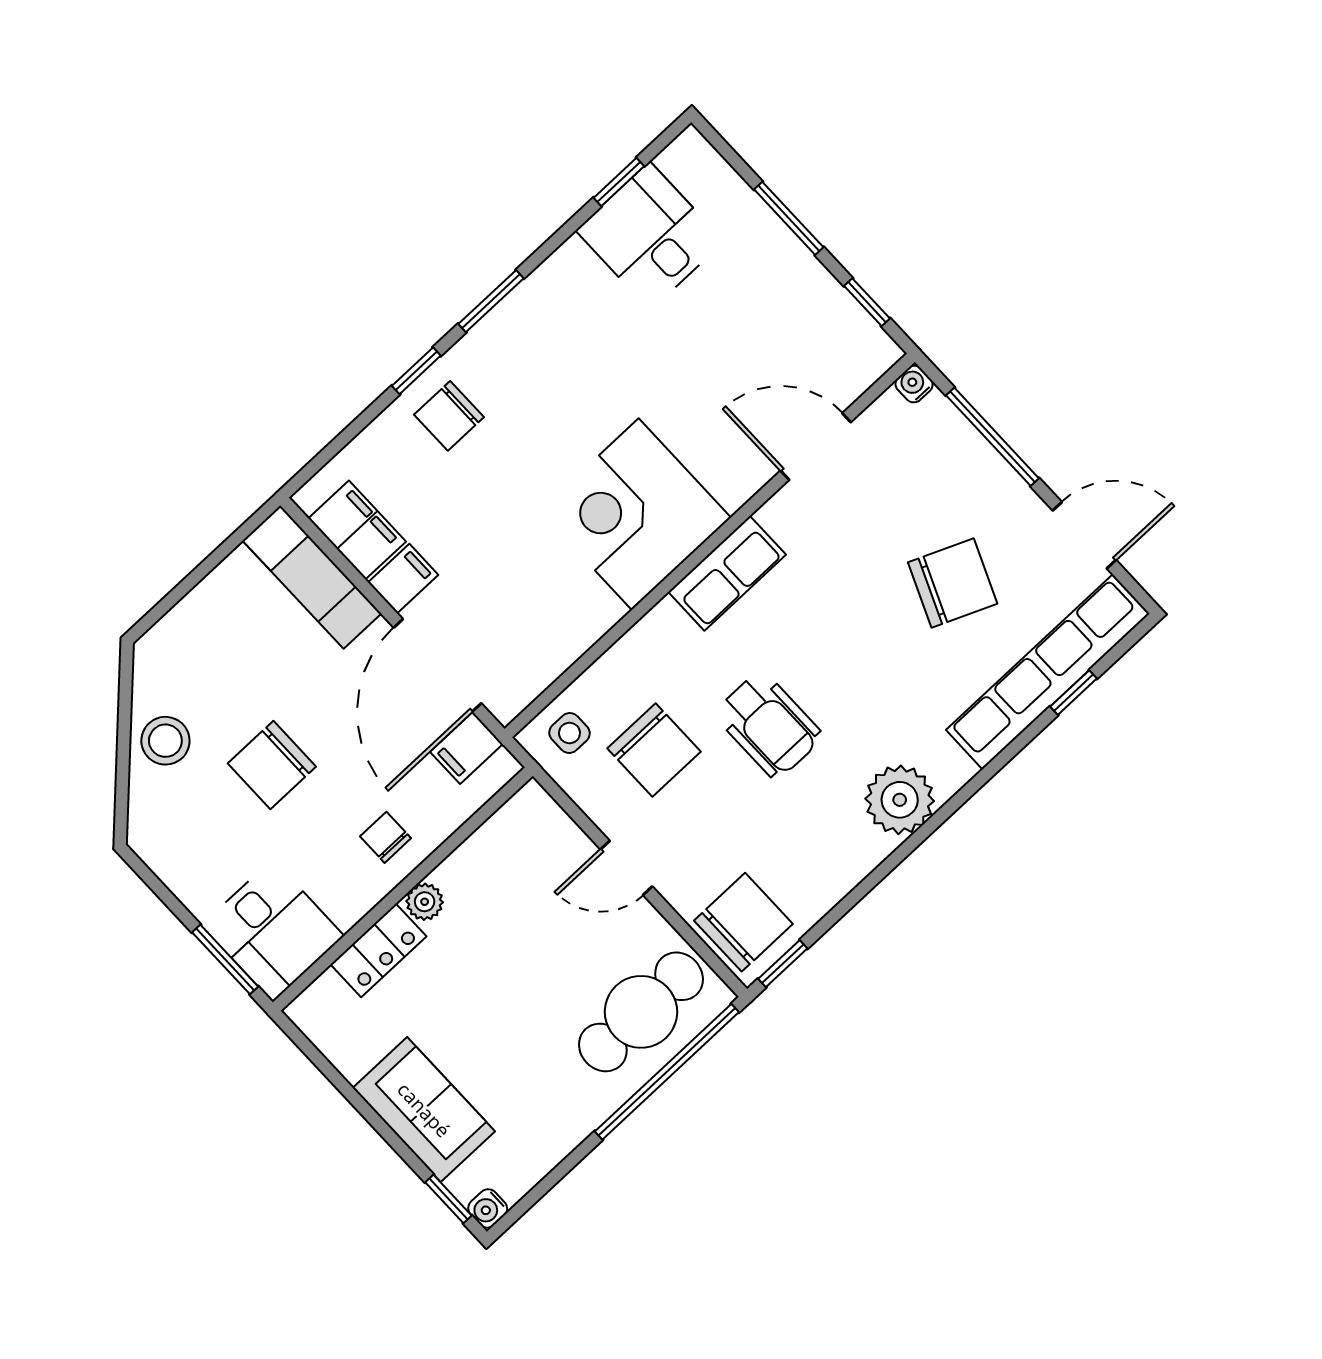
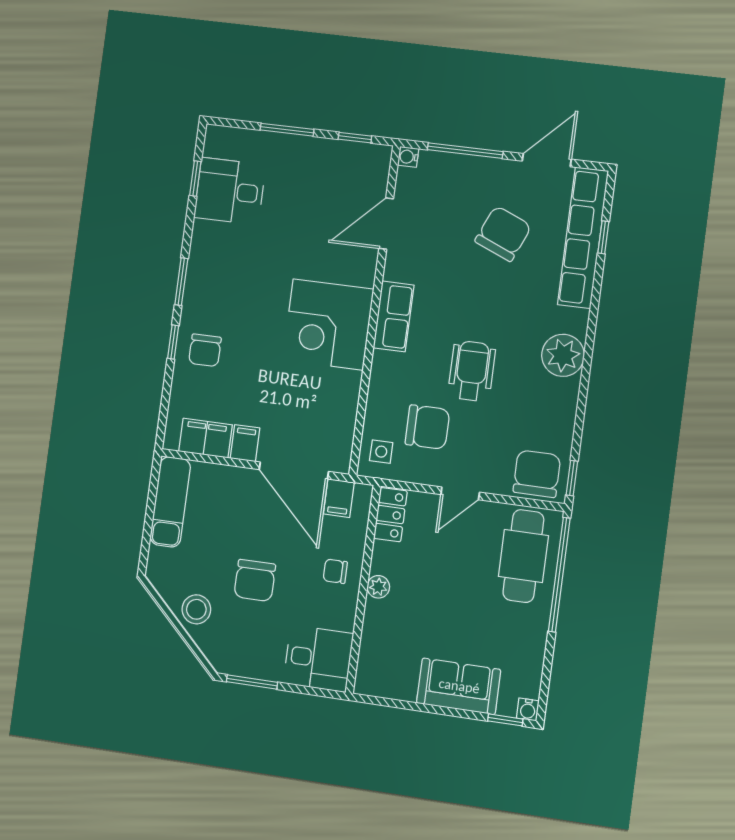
exam couch: (312, 577) -> (170, 502), moved, turned -90
wheelchair: (769, 725) -> (472, 371), turned -90
locker: (378, 950) -> (390, 515), moved
window: (225, 959) -> (252, 682), moved

